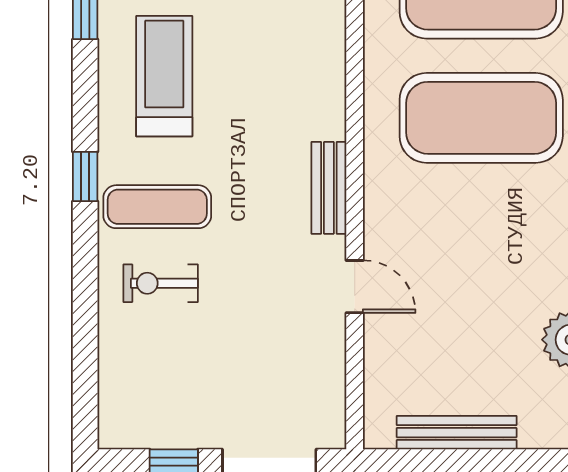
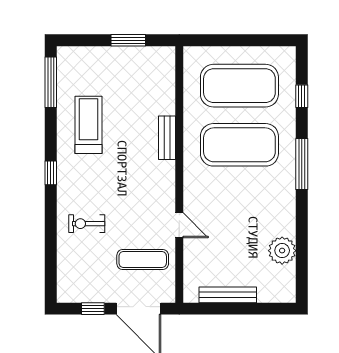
bench: (329, 188) -> (167, 138), moved
exercise mat: (157, 207) -> (143, 260), moved

